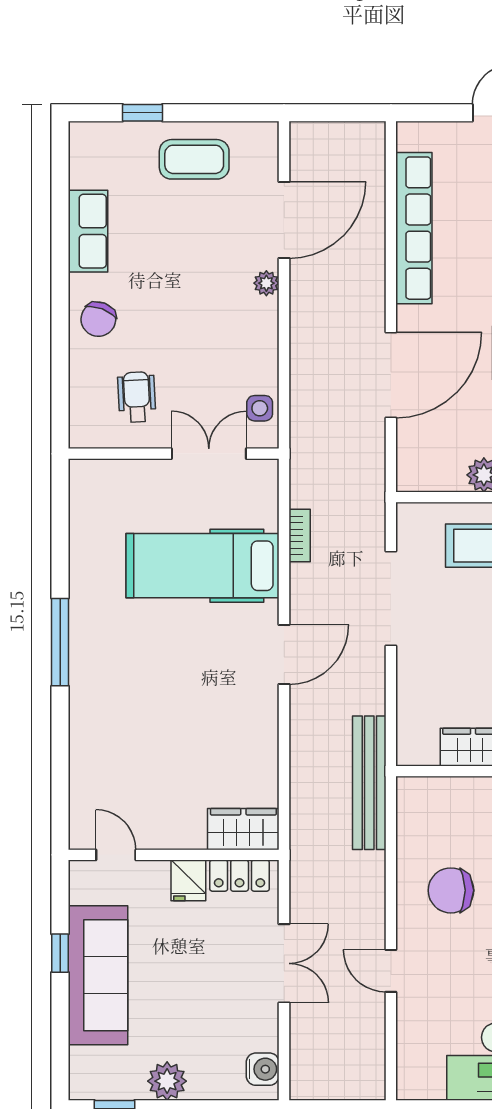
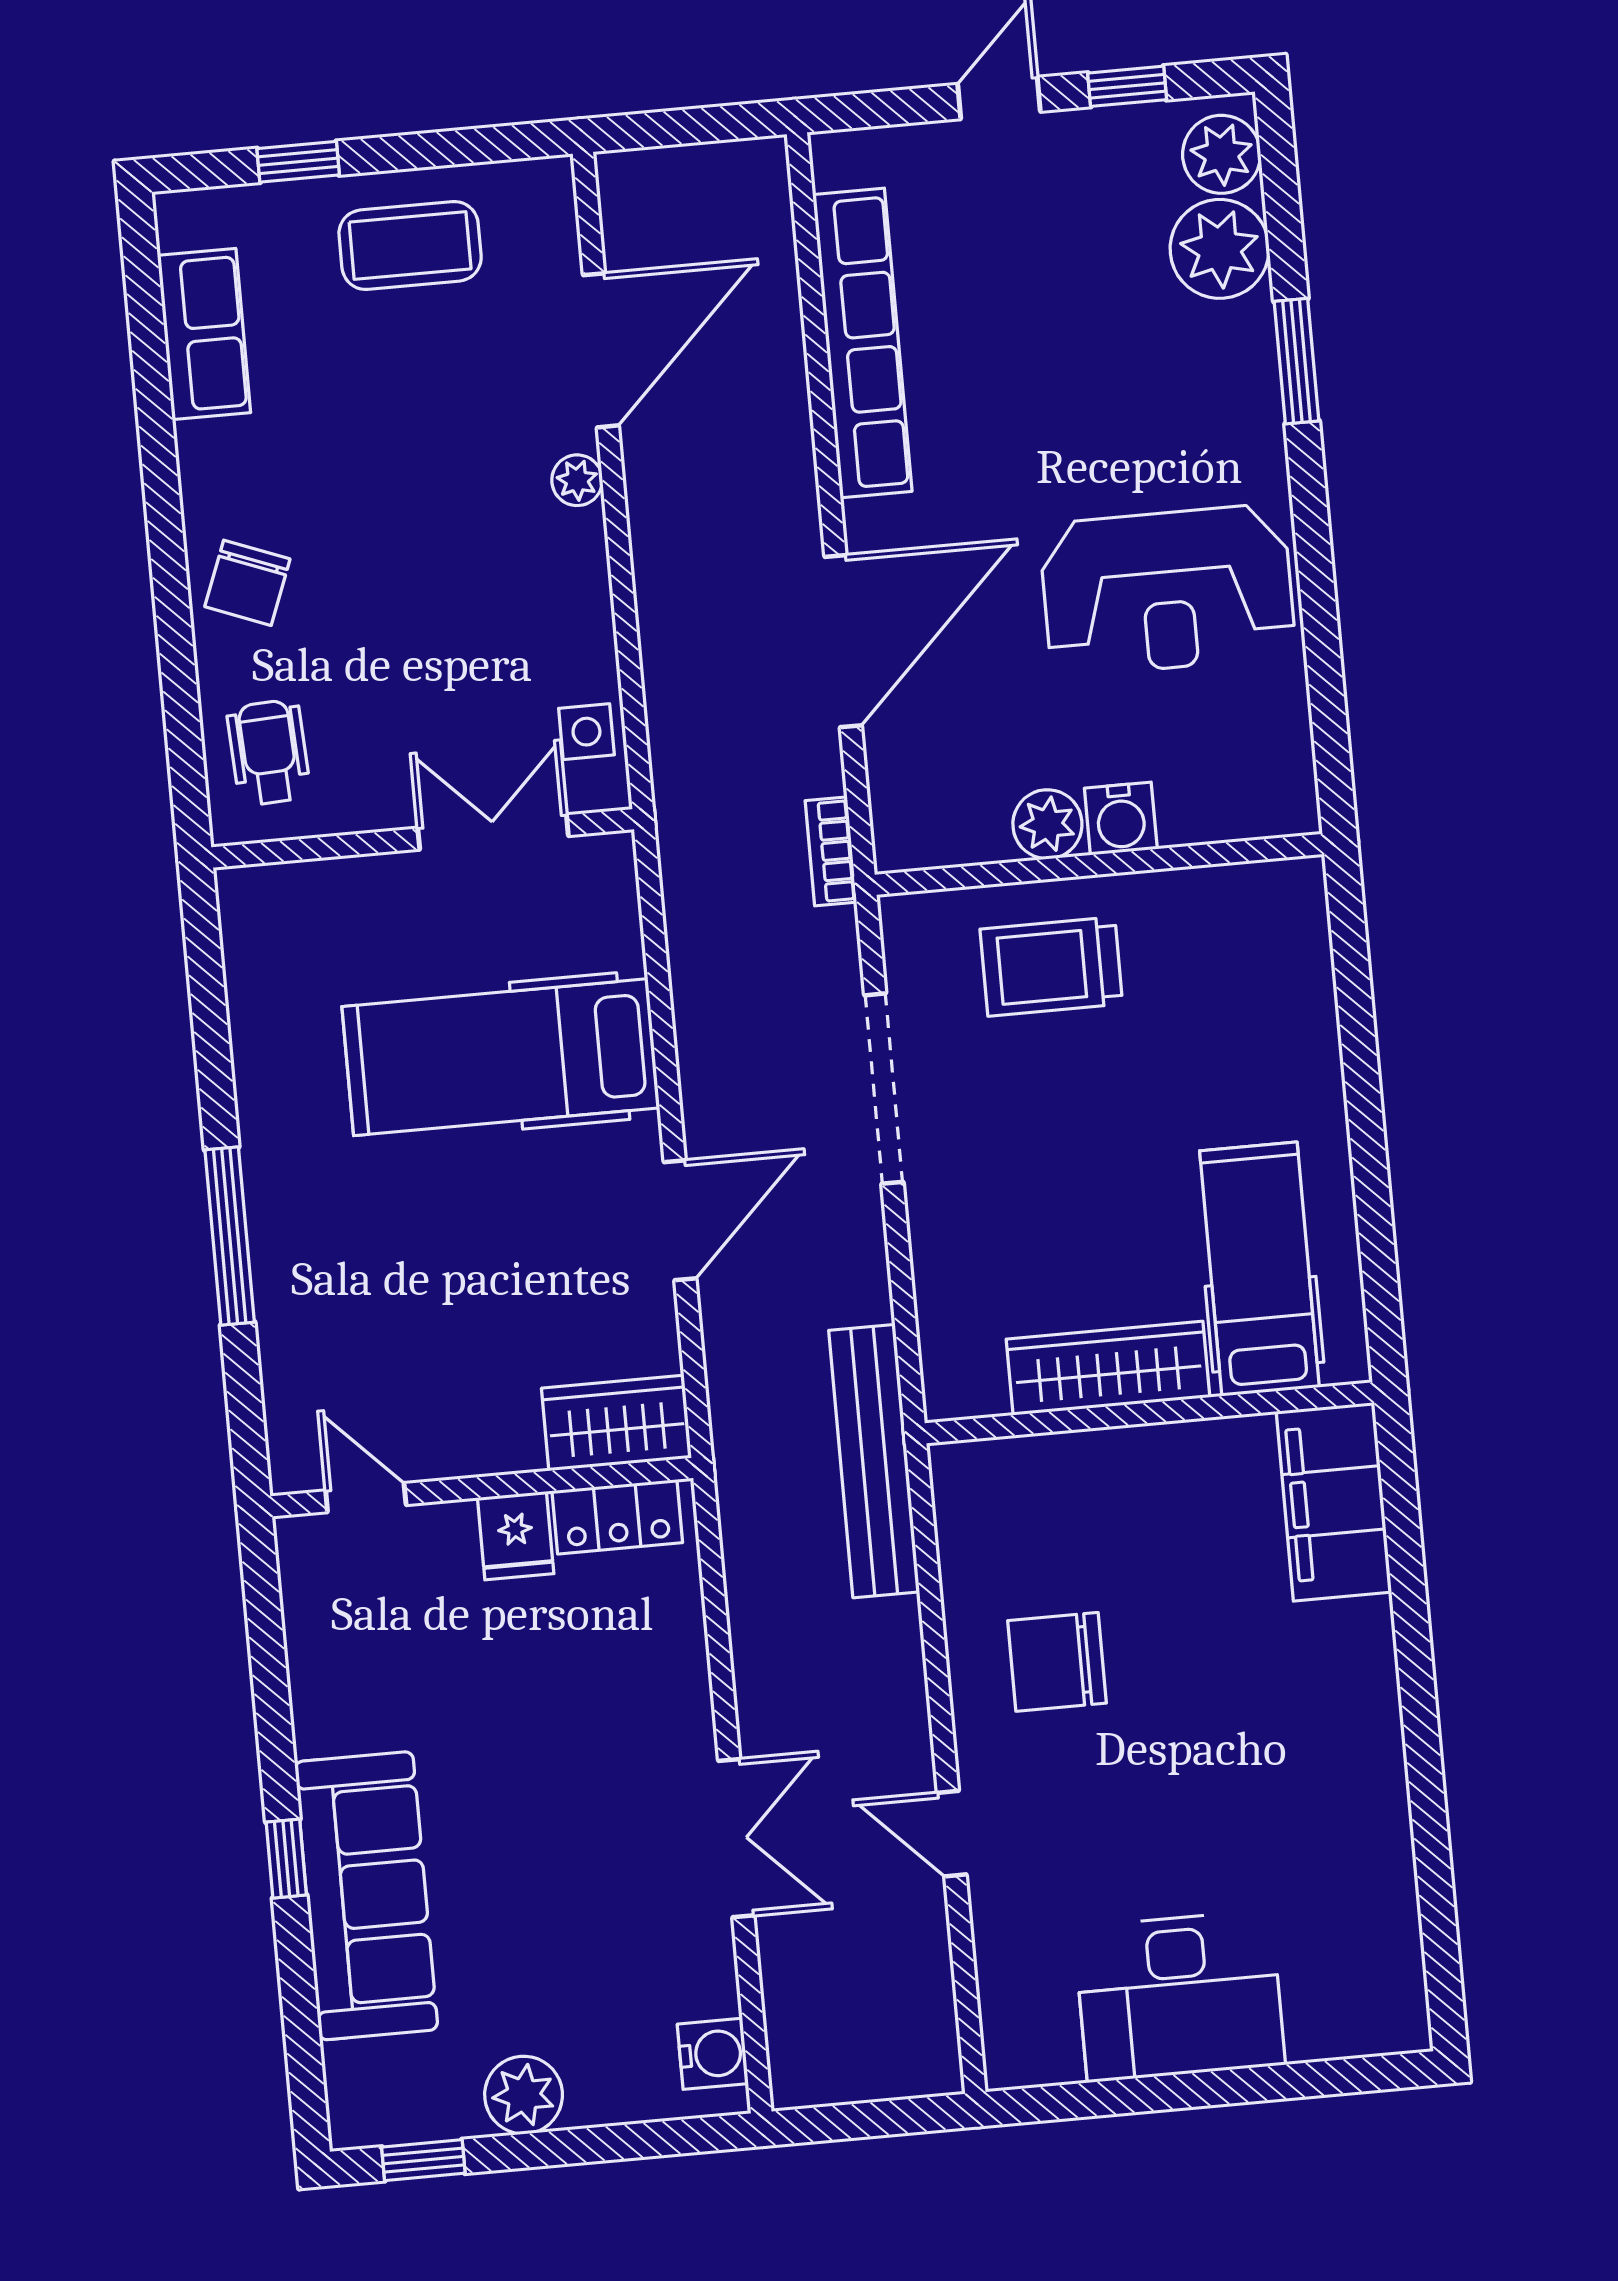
row of seats: (88, 231) -> (204, 334), moved
wheelchair: (137, 397) -> (269, 753), moved
bookcase: (300, 536) -> (831, 851), moved, turned 180
wardrobe: (243, 829) -> (616, 1423), moved
door: (116, 855) -> (366, 1498), moved
wall: (174, 855) -> (482, 1487), moved
locker: (240, 876) -> (617, 1517), moved
fridge: (188, 880) -> (516, 1536), moved

